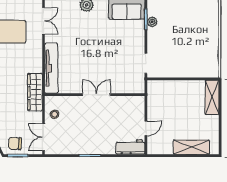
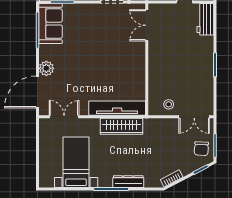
wardrobe: (35, 92) -> (122, 126), moved
double door: (96, 95) -> (147, 25), moved

